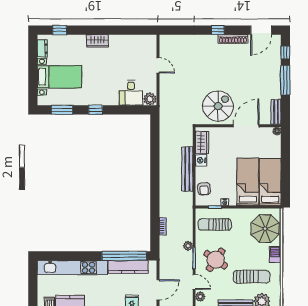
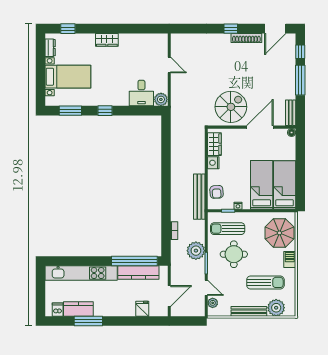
bench: (187, 169) -> (199, 197), moved
plant: (188, 246) -> (196, 251), width x1.87, depth x1.87
round table: (216, 260) -> (234, 254), moved, turned -35

